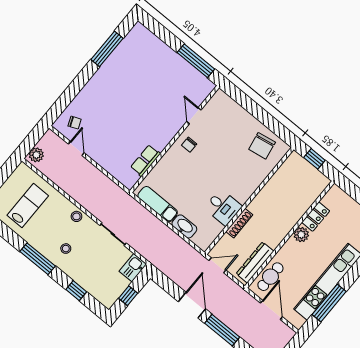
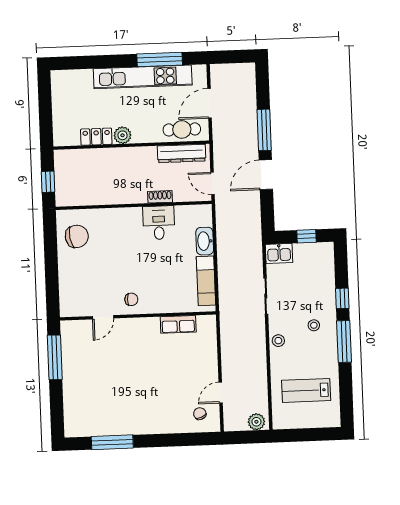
shoe rack: (239, 223) -> (160, 197), width x0.70
window: (76, 291) -> (342, 298), moved

